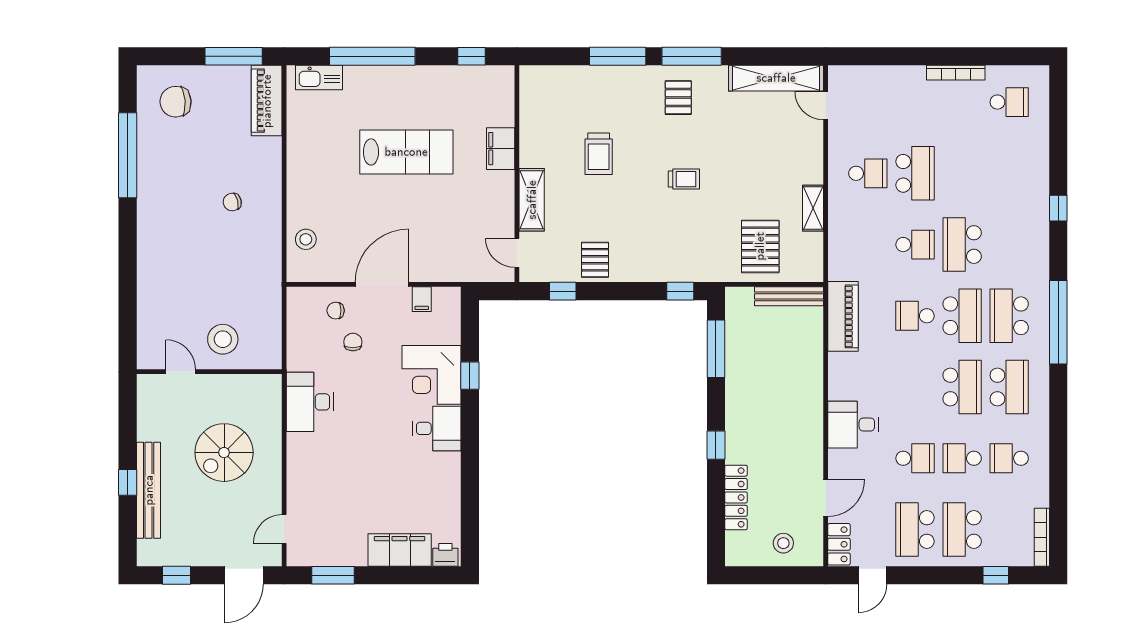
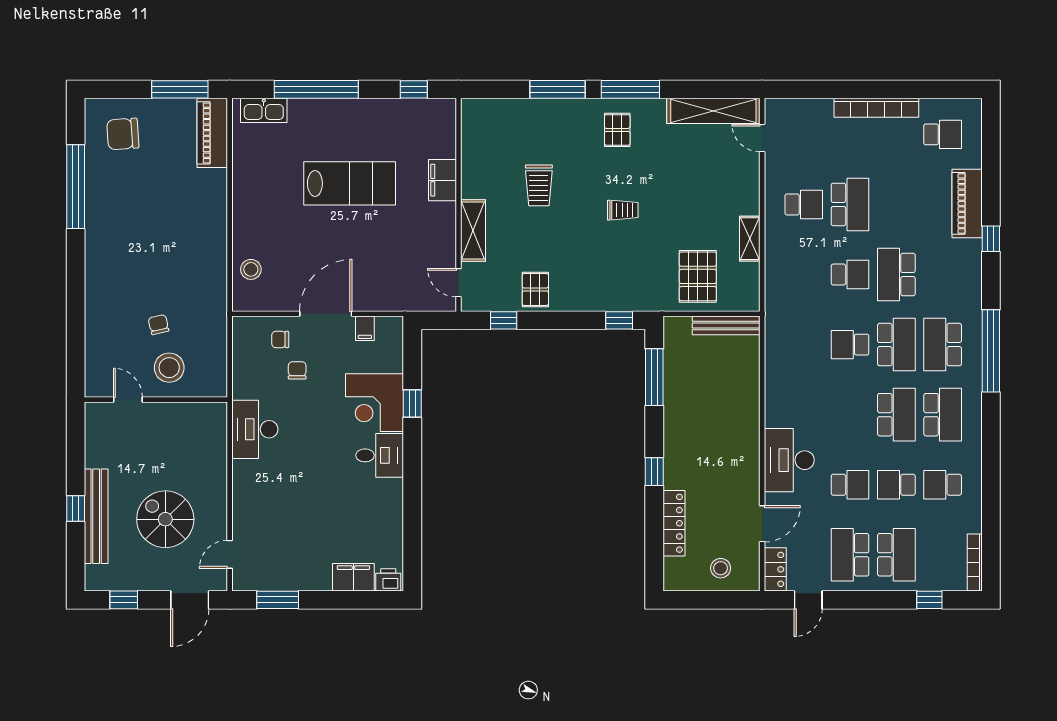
bookcase: (956, 73) -> (876, 108), width x1.48, depth x1.31
chair: (232, 202) -> (158, 325), moved, turned 91
piano: (843, 316) -> (967, 203), moved, turned 180
desk: (853, 425) -> (789, 460), width x1.37
spiral stairs: (224, 453) -> (165, 519), moved, turned 90
school desk: (962, 529) -> (896, 555), turned 180
filing cabinet: (400, 550) -> (353, 577), width x0.67, depth x0.86

